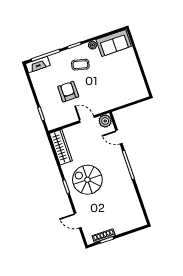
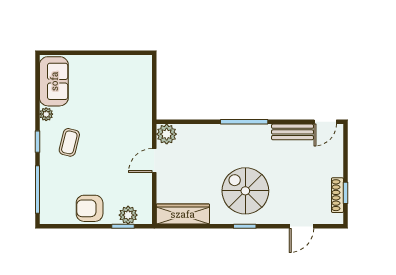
fireplace: (38, 65) -> (47, 206), removed
armchair: (68, 92) -> (90, 208), moved
plant: (49, 115) -> (128, 215), added
door: (119, 137) -> (325, 122), moved
spiral stairs: (87, 180) -> (245, 191), turned 90
bench: (132, 196) -> (292, 132), added

